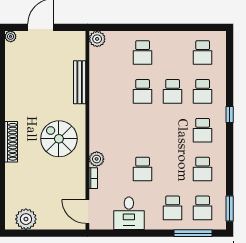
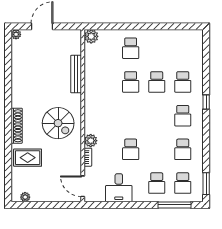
school desk: (203, 53) -> (183, 48), removed
spiral stairs: (59, 139) -> (58, 123), turned 180
rug: (24, 179) -> (28, 158), added
plant: (26, 219) -> (25, 197), width x0.53, depth x0.53

